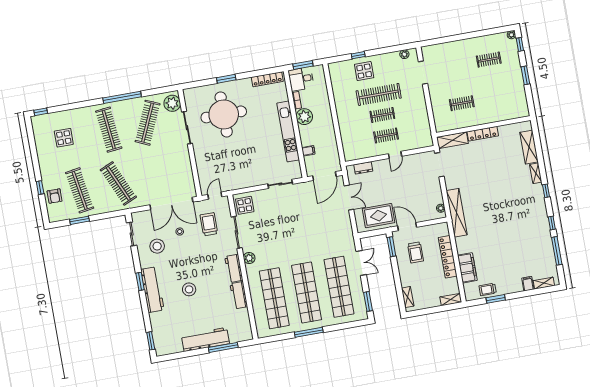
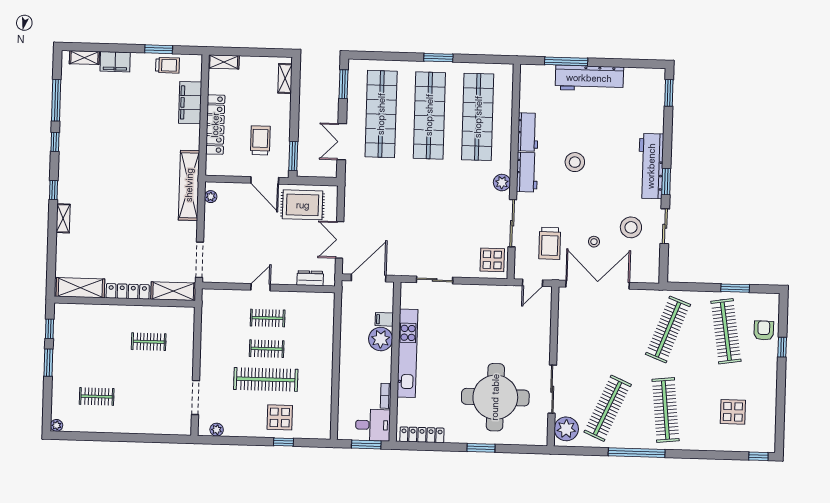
window: (520, 44) -> (49, 329), moved
plant: (304, 117) -> (381, 339), moved
shelving: (529, 147) -> (80, 288), moved, turned 90
clothes rail: (118, 183) -> (668, 329), turned 45
sliding door: (132, 234) -> (665, 226), moved
filing cabinet: (528, 284) -> (115, 62), width x2.00
stool: (189, 289) -> (575, 162), moved
window: (309, 332) -> (438, 58), width x0.69

